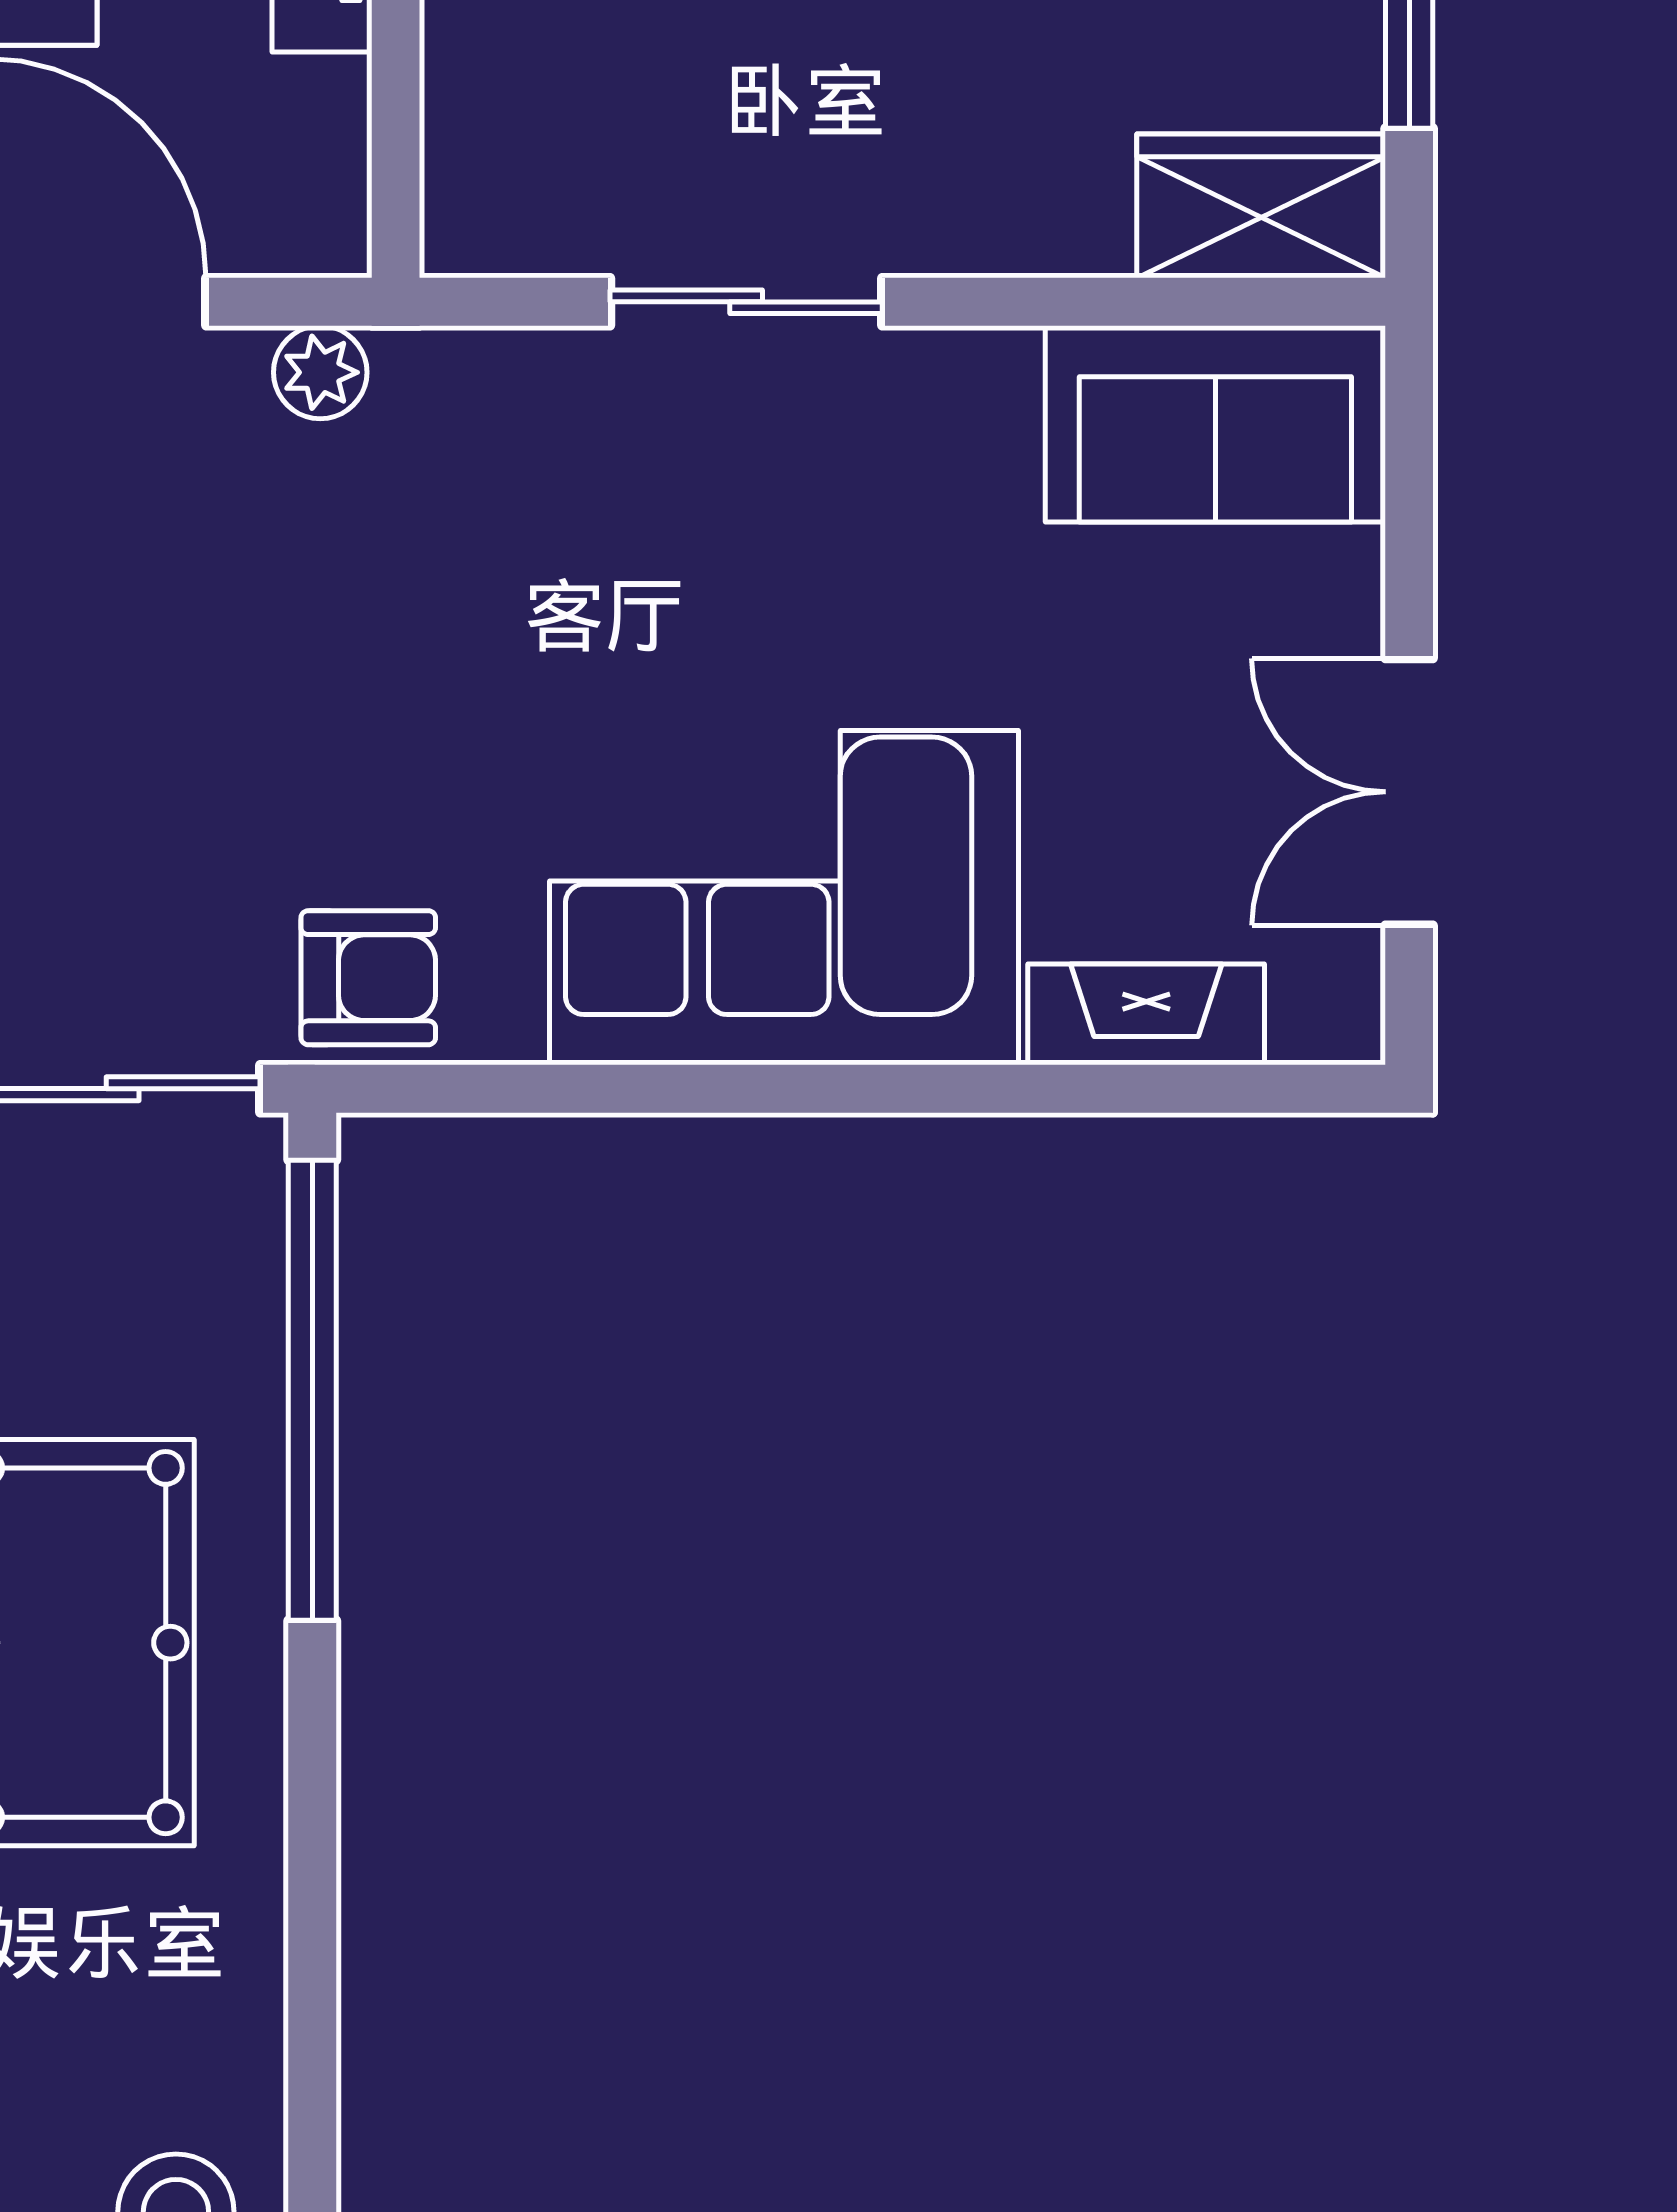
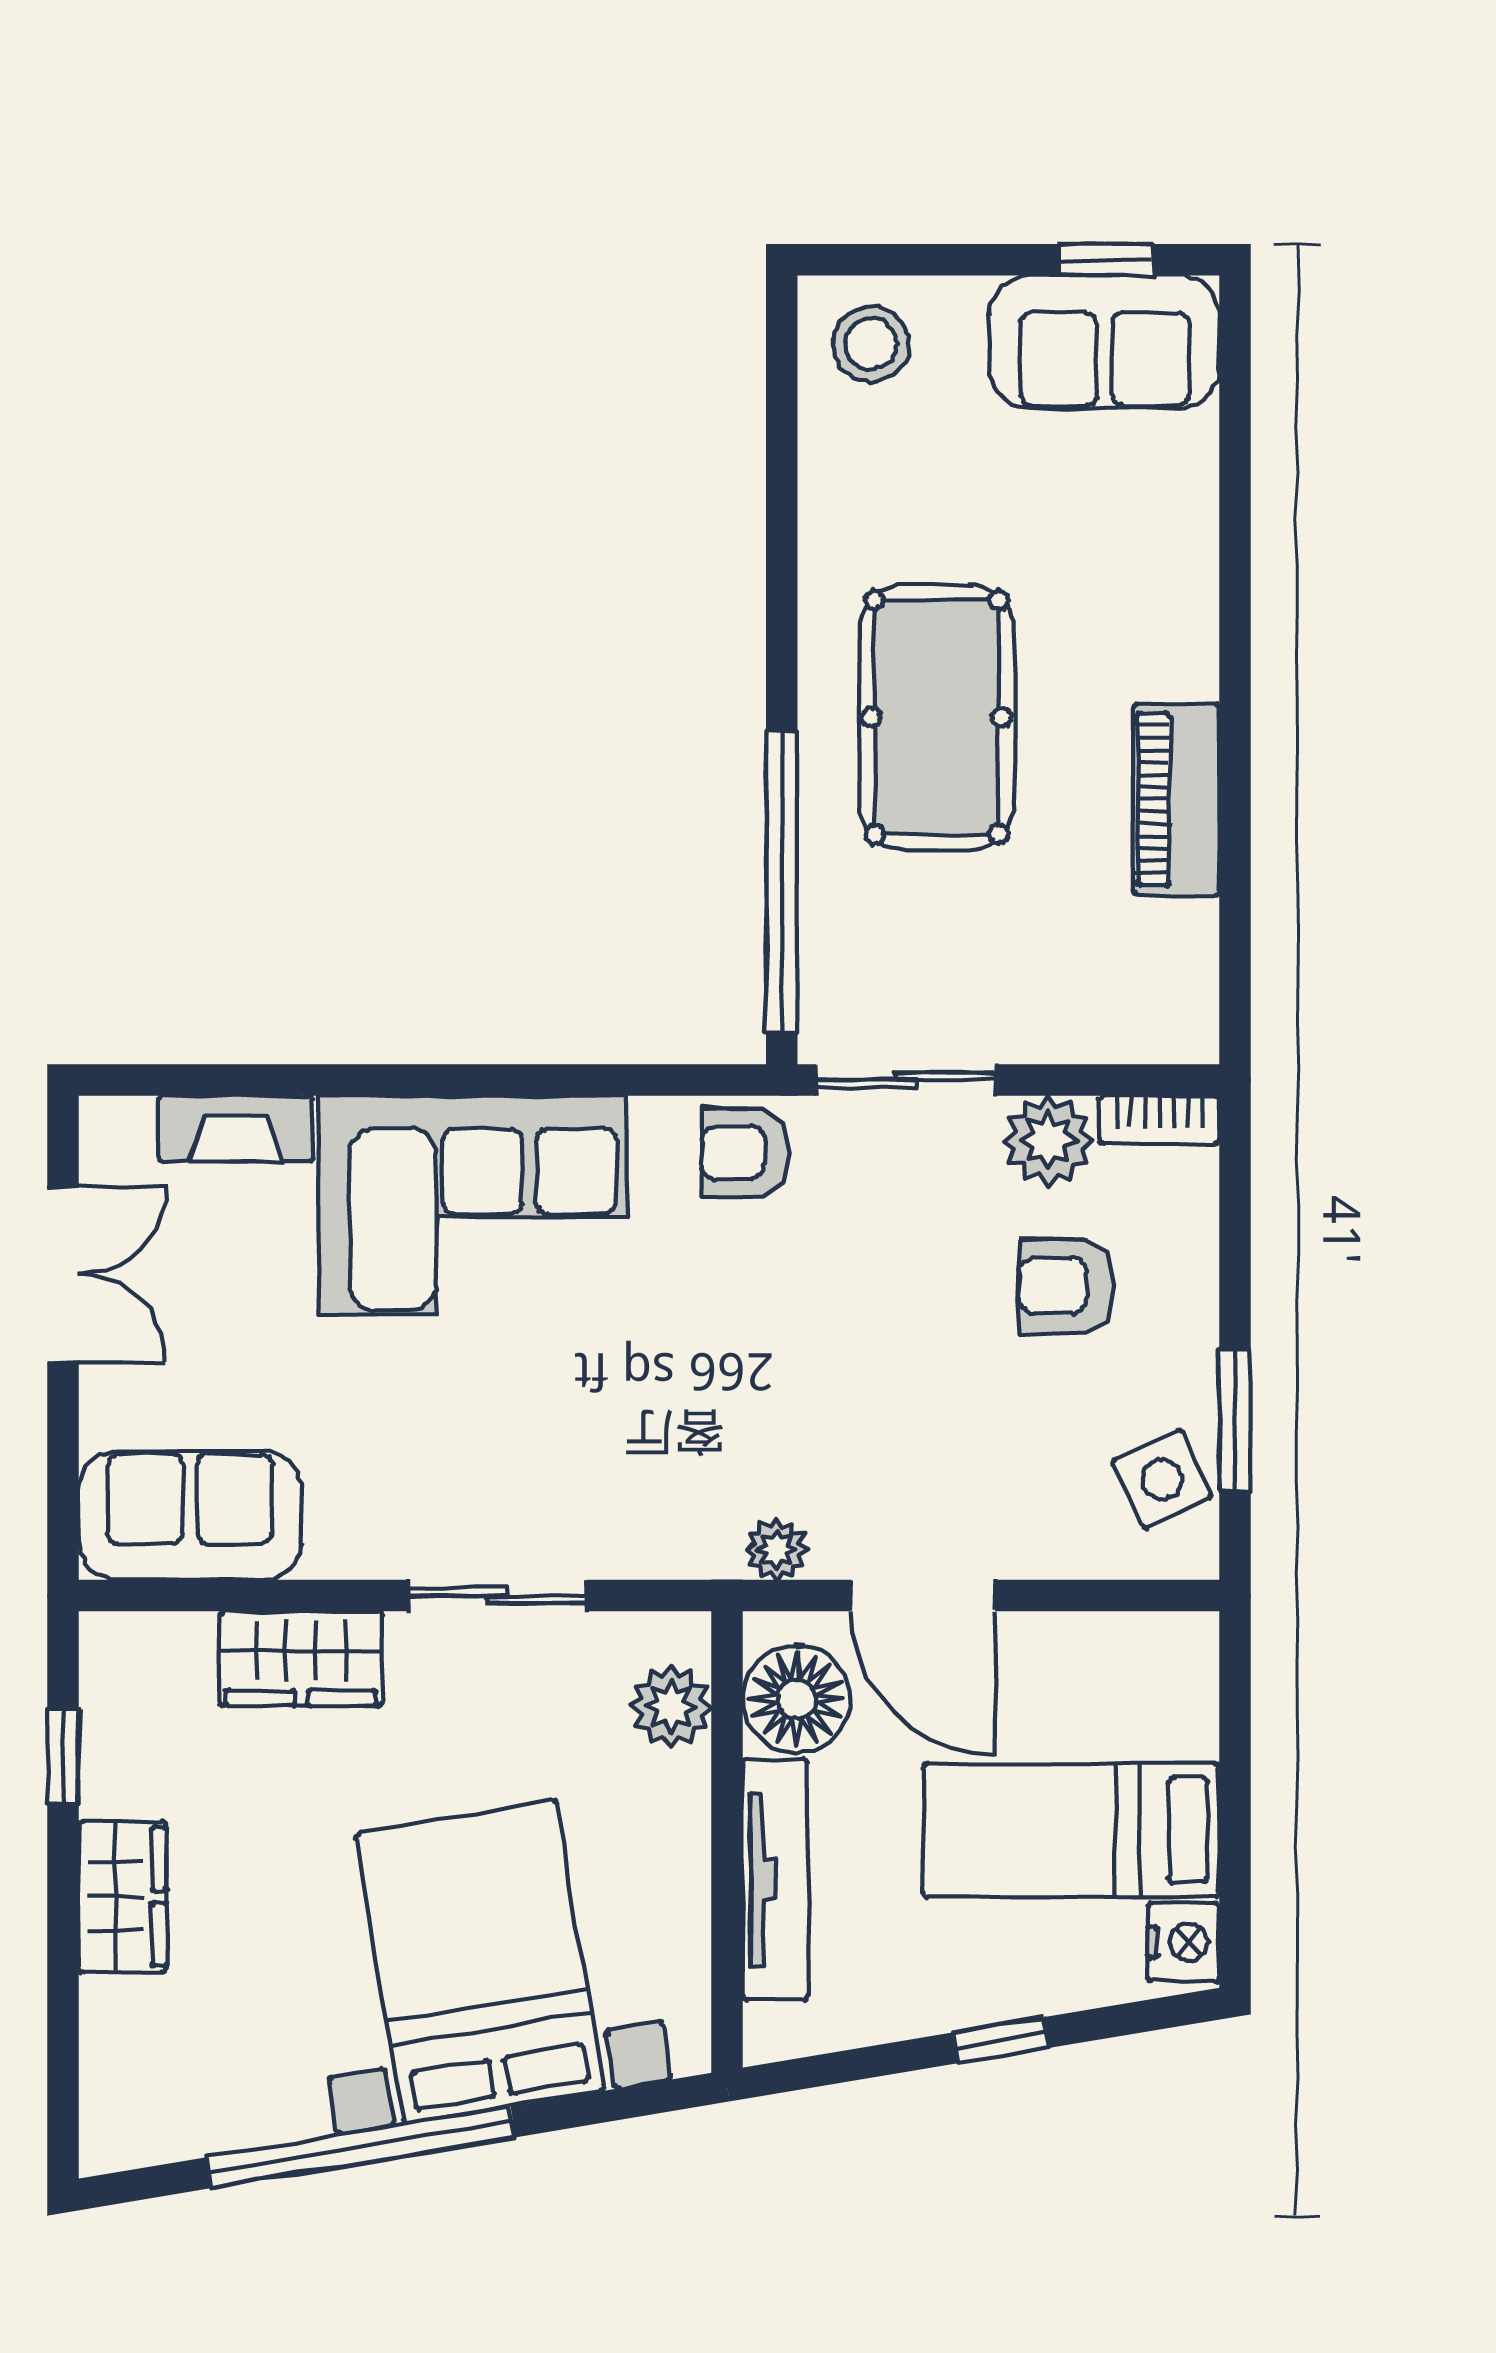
plant: (481, 132) -> (671, 1707), added
floor lamp: (290, 144) -> (797, 1699), added
wardrobe: (1261, 206) -> (301, 1658), moved

